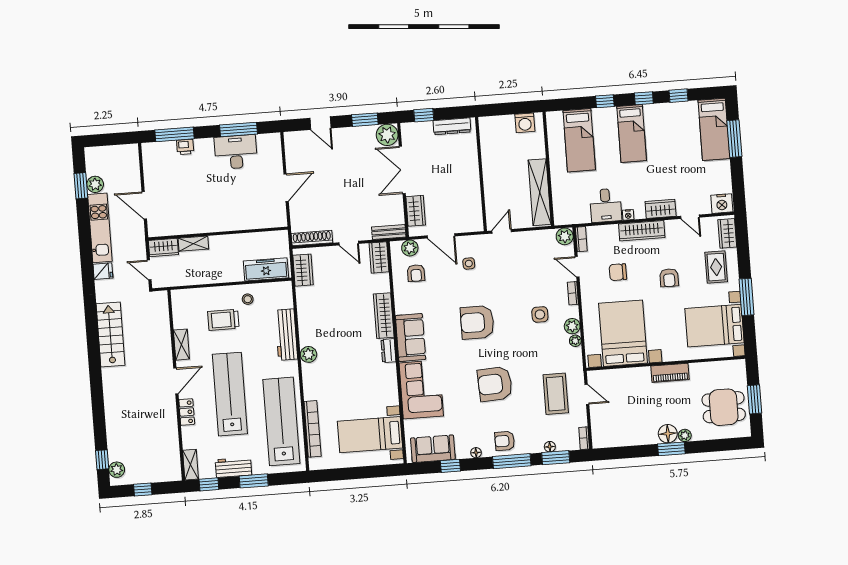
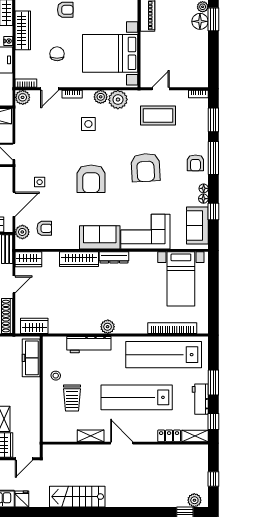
chair: (618, 272) -> (57, 54), turned 180
plant: (575, 341) -> (118, 100), width x1.88, depth x1.88
dresser: (388, 351) -> (114, 257), width x1.44
locker: (187, 412) -> (169, 436), moved
floor lamp: (550, 447) -> (203, 199), moved

